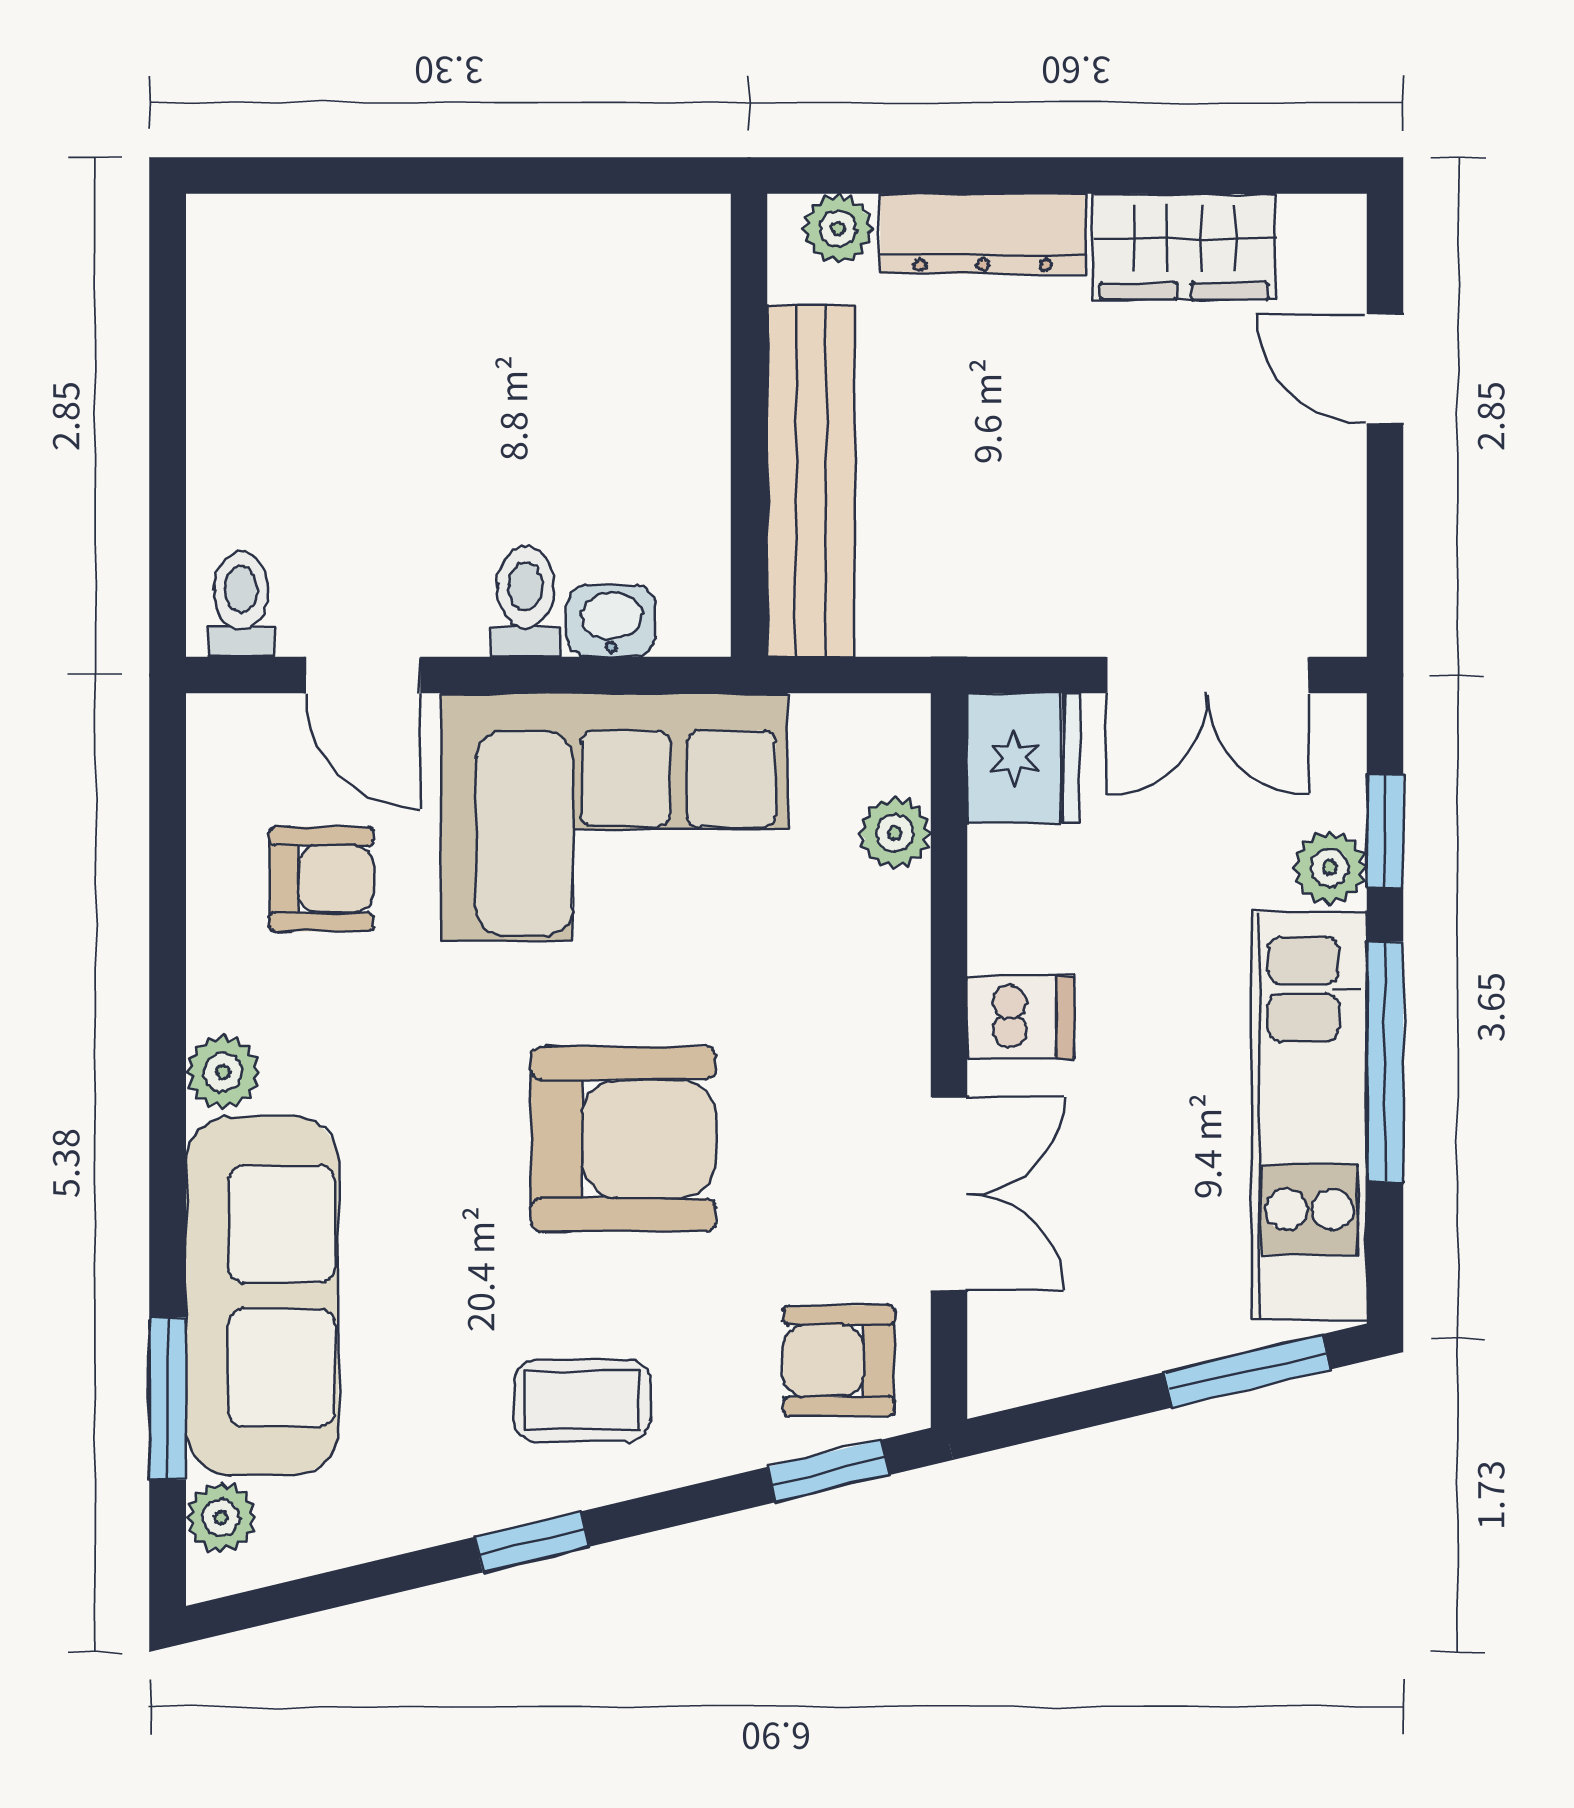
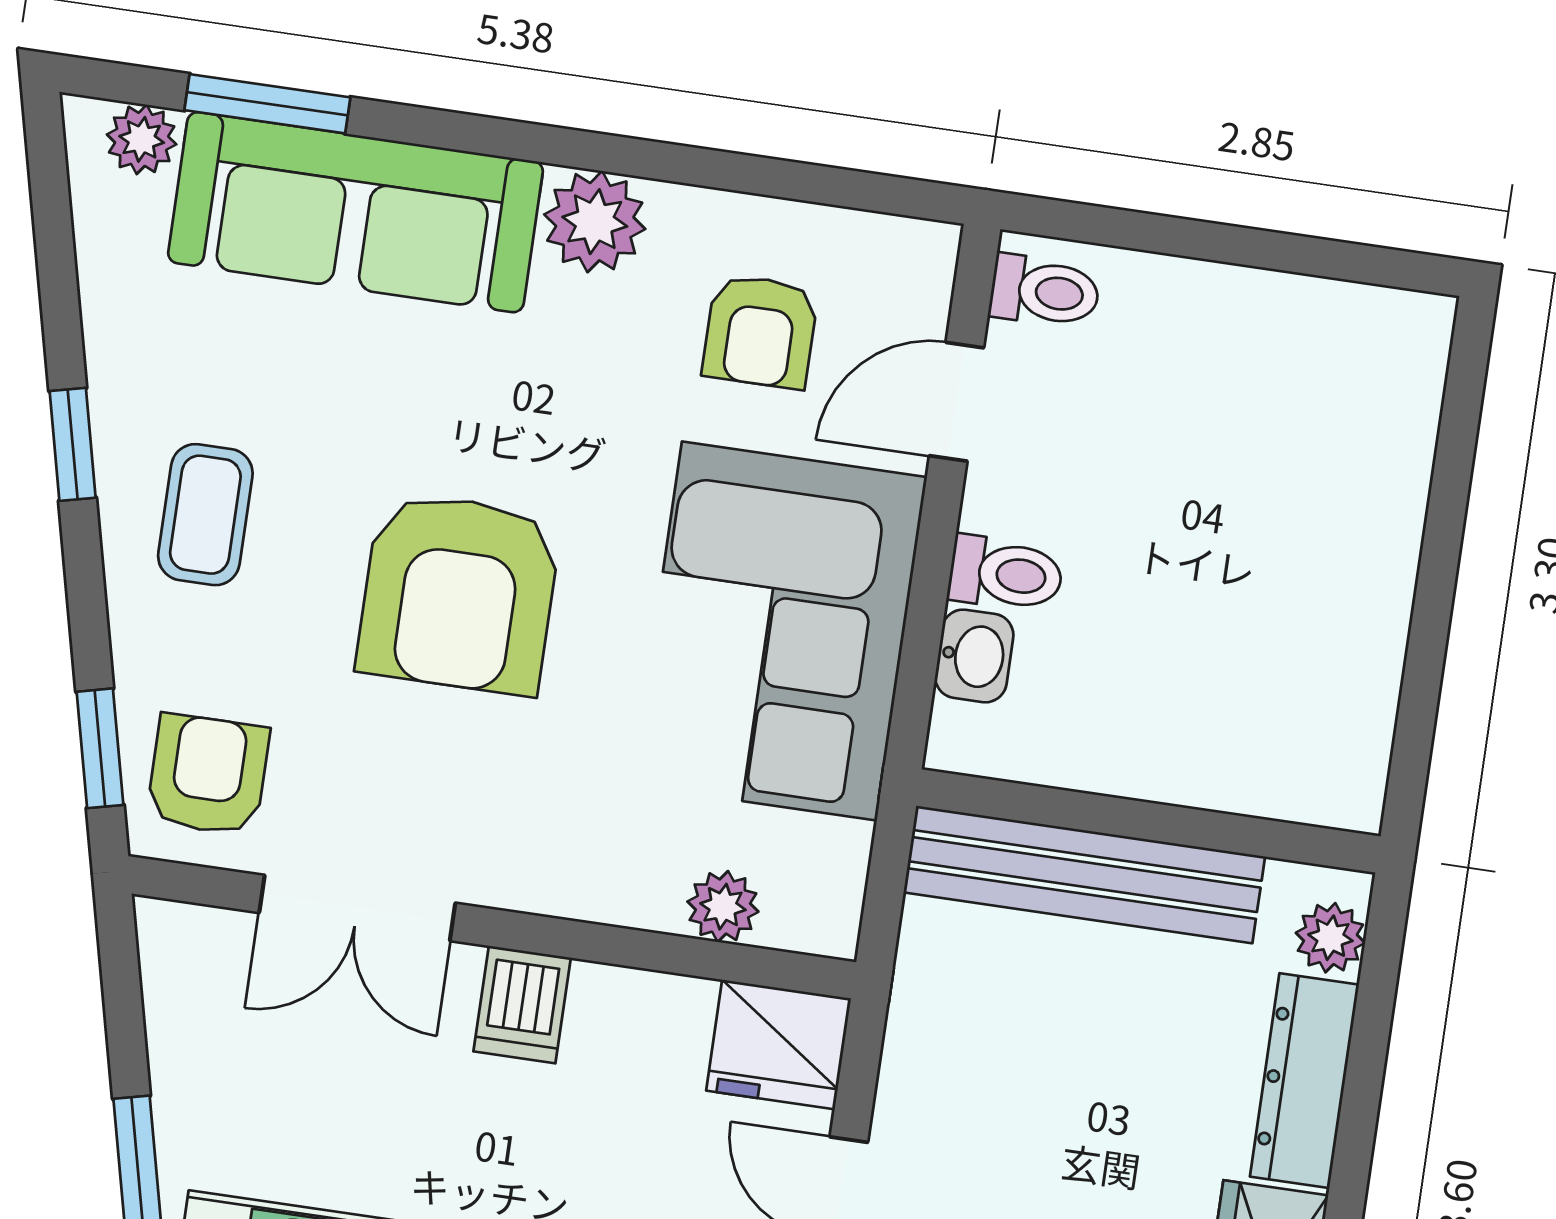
plant: (223, 1072) -> (595, 222), width x1.38, depth x1.38

